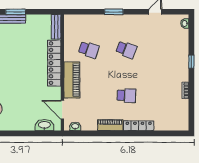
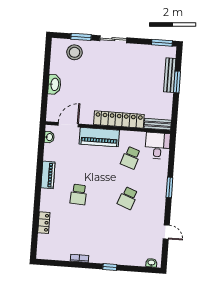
desk: (76, 26) -> (158, 146), added
washbasin: (44, 125) -> (54, 84), moved
locker: (139, 126) -> (44, 223), moved, width x0.66

